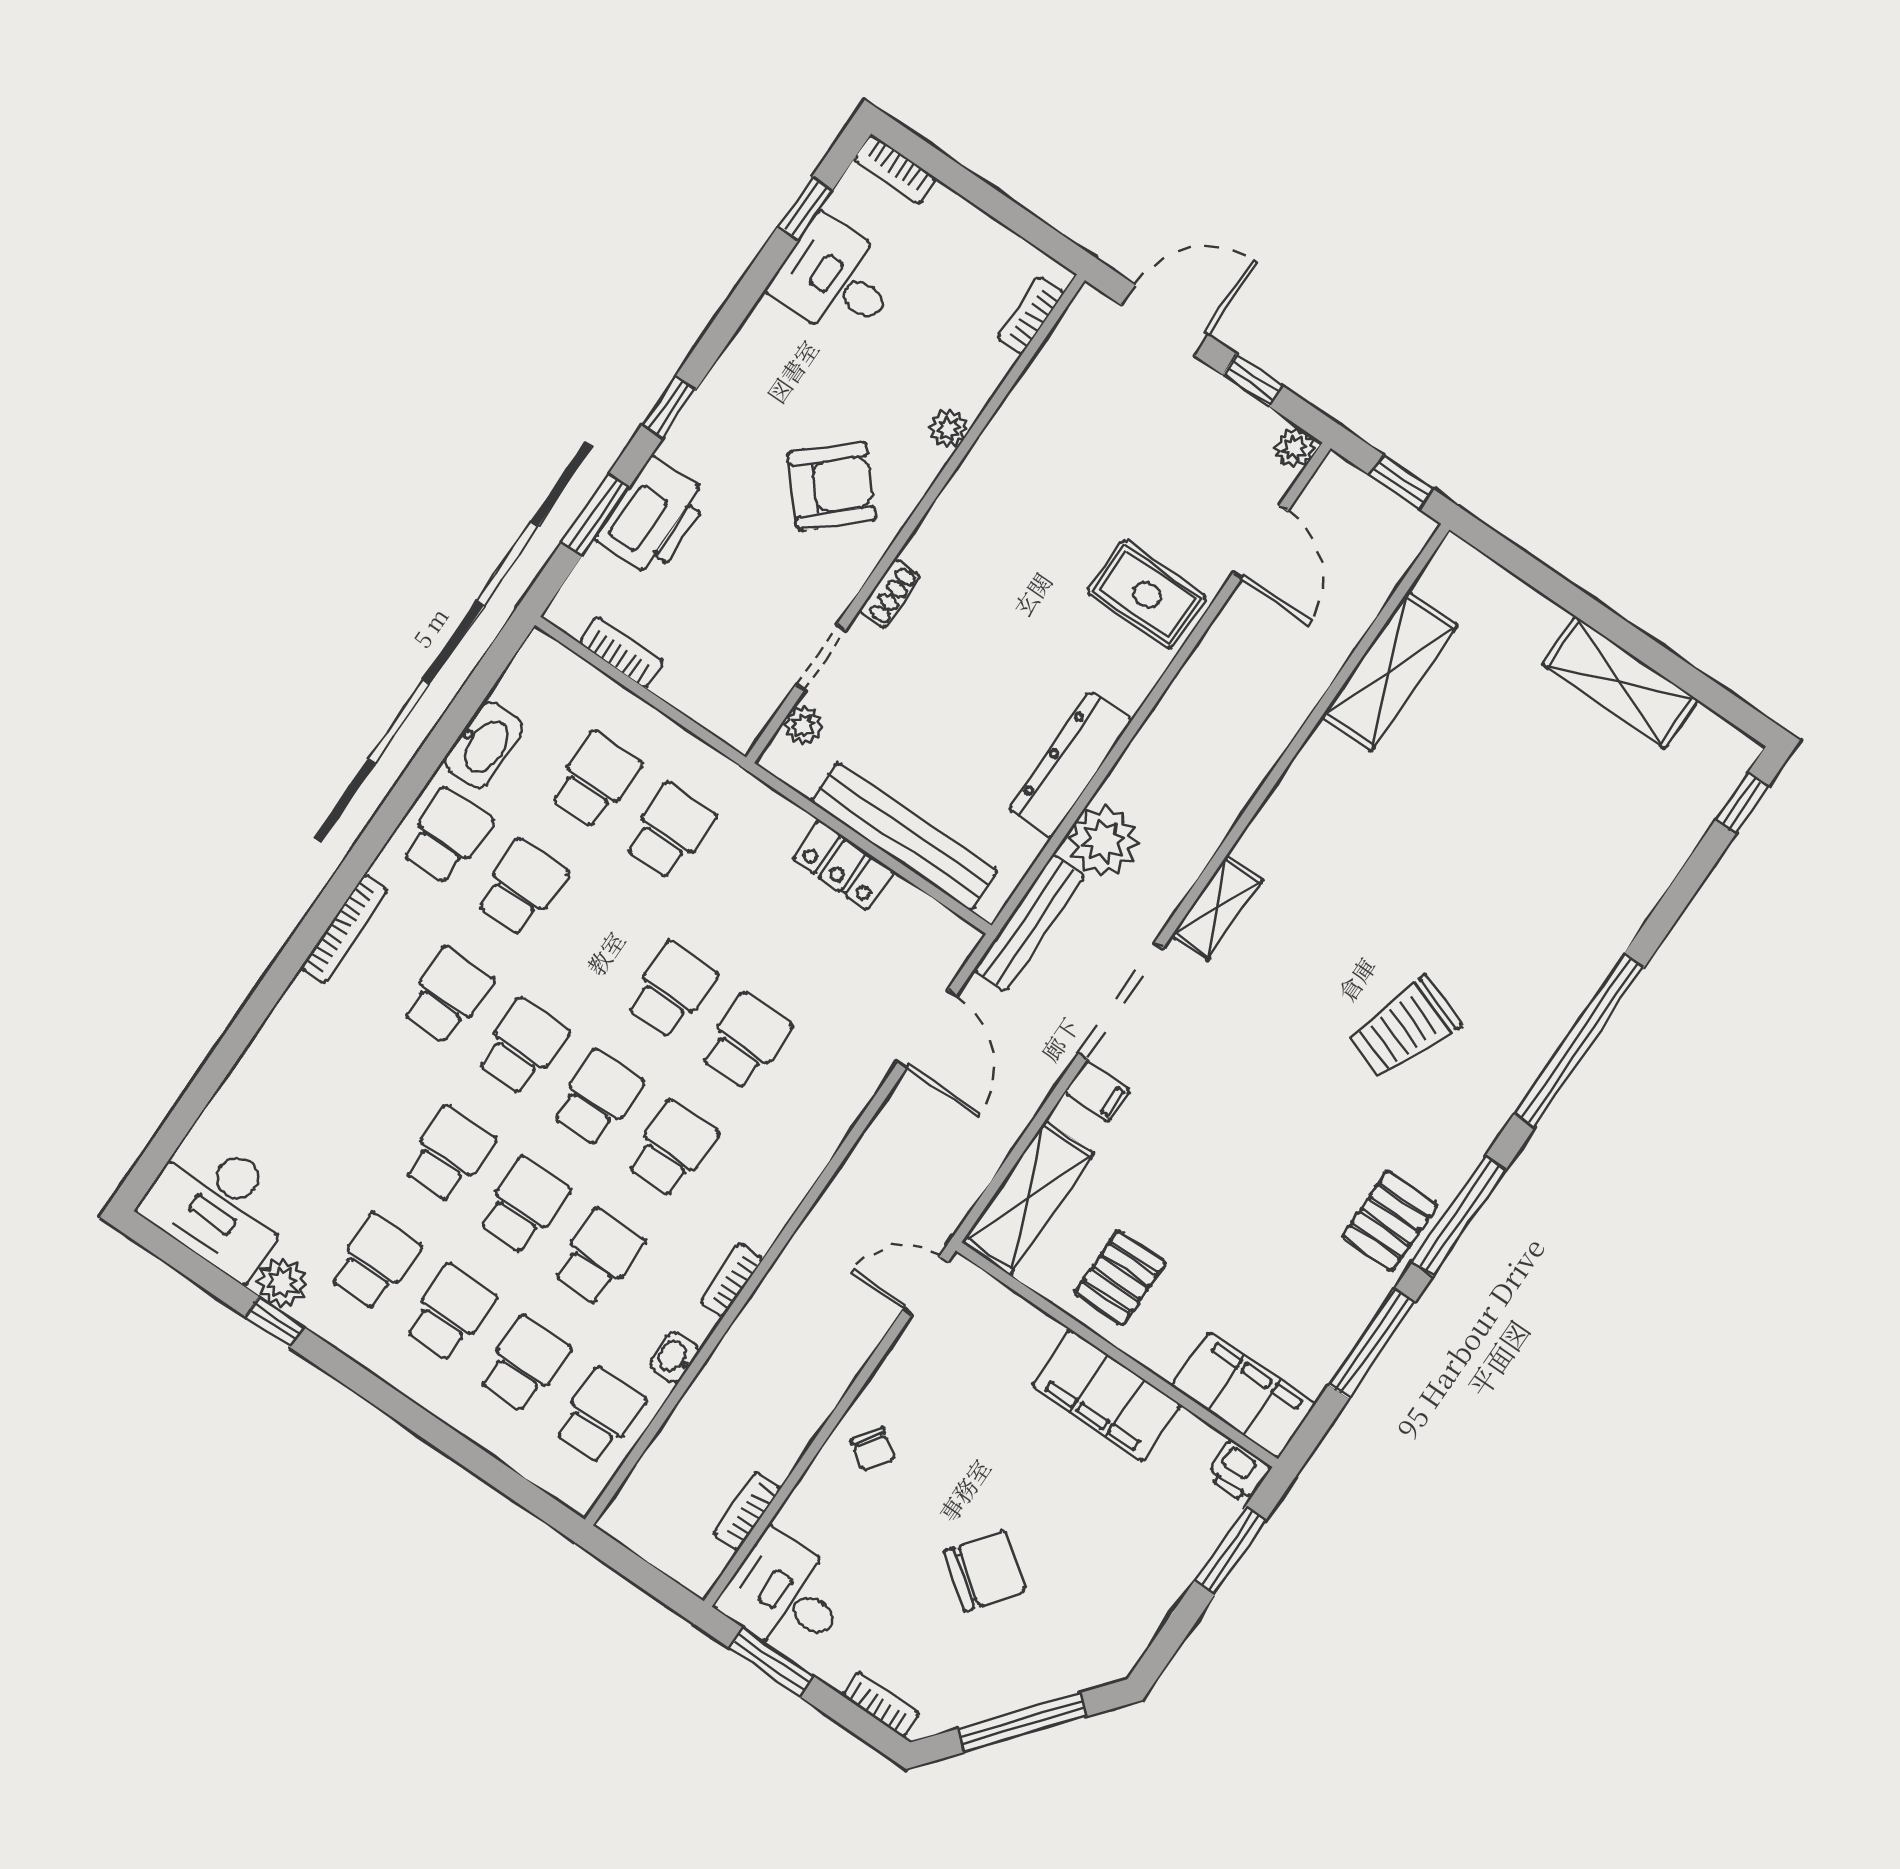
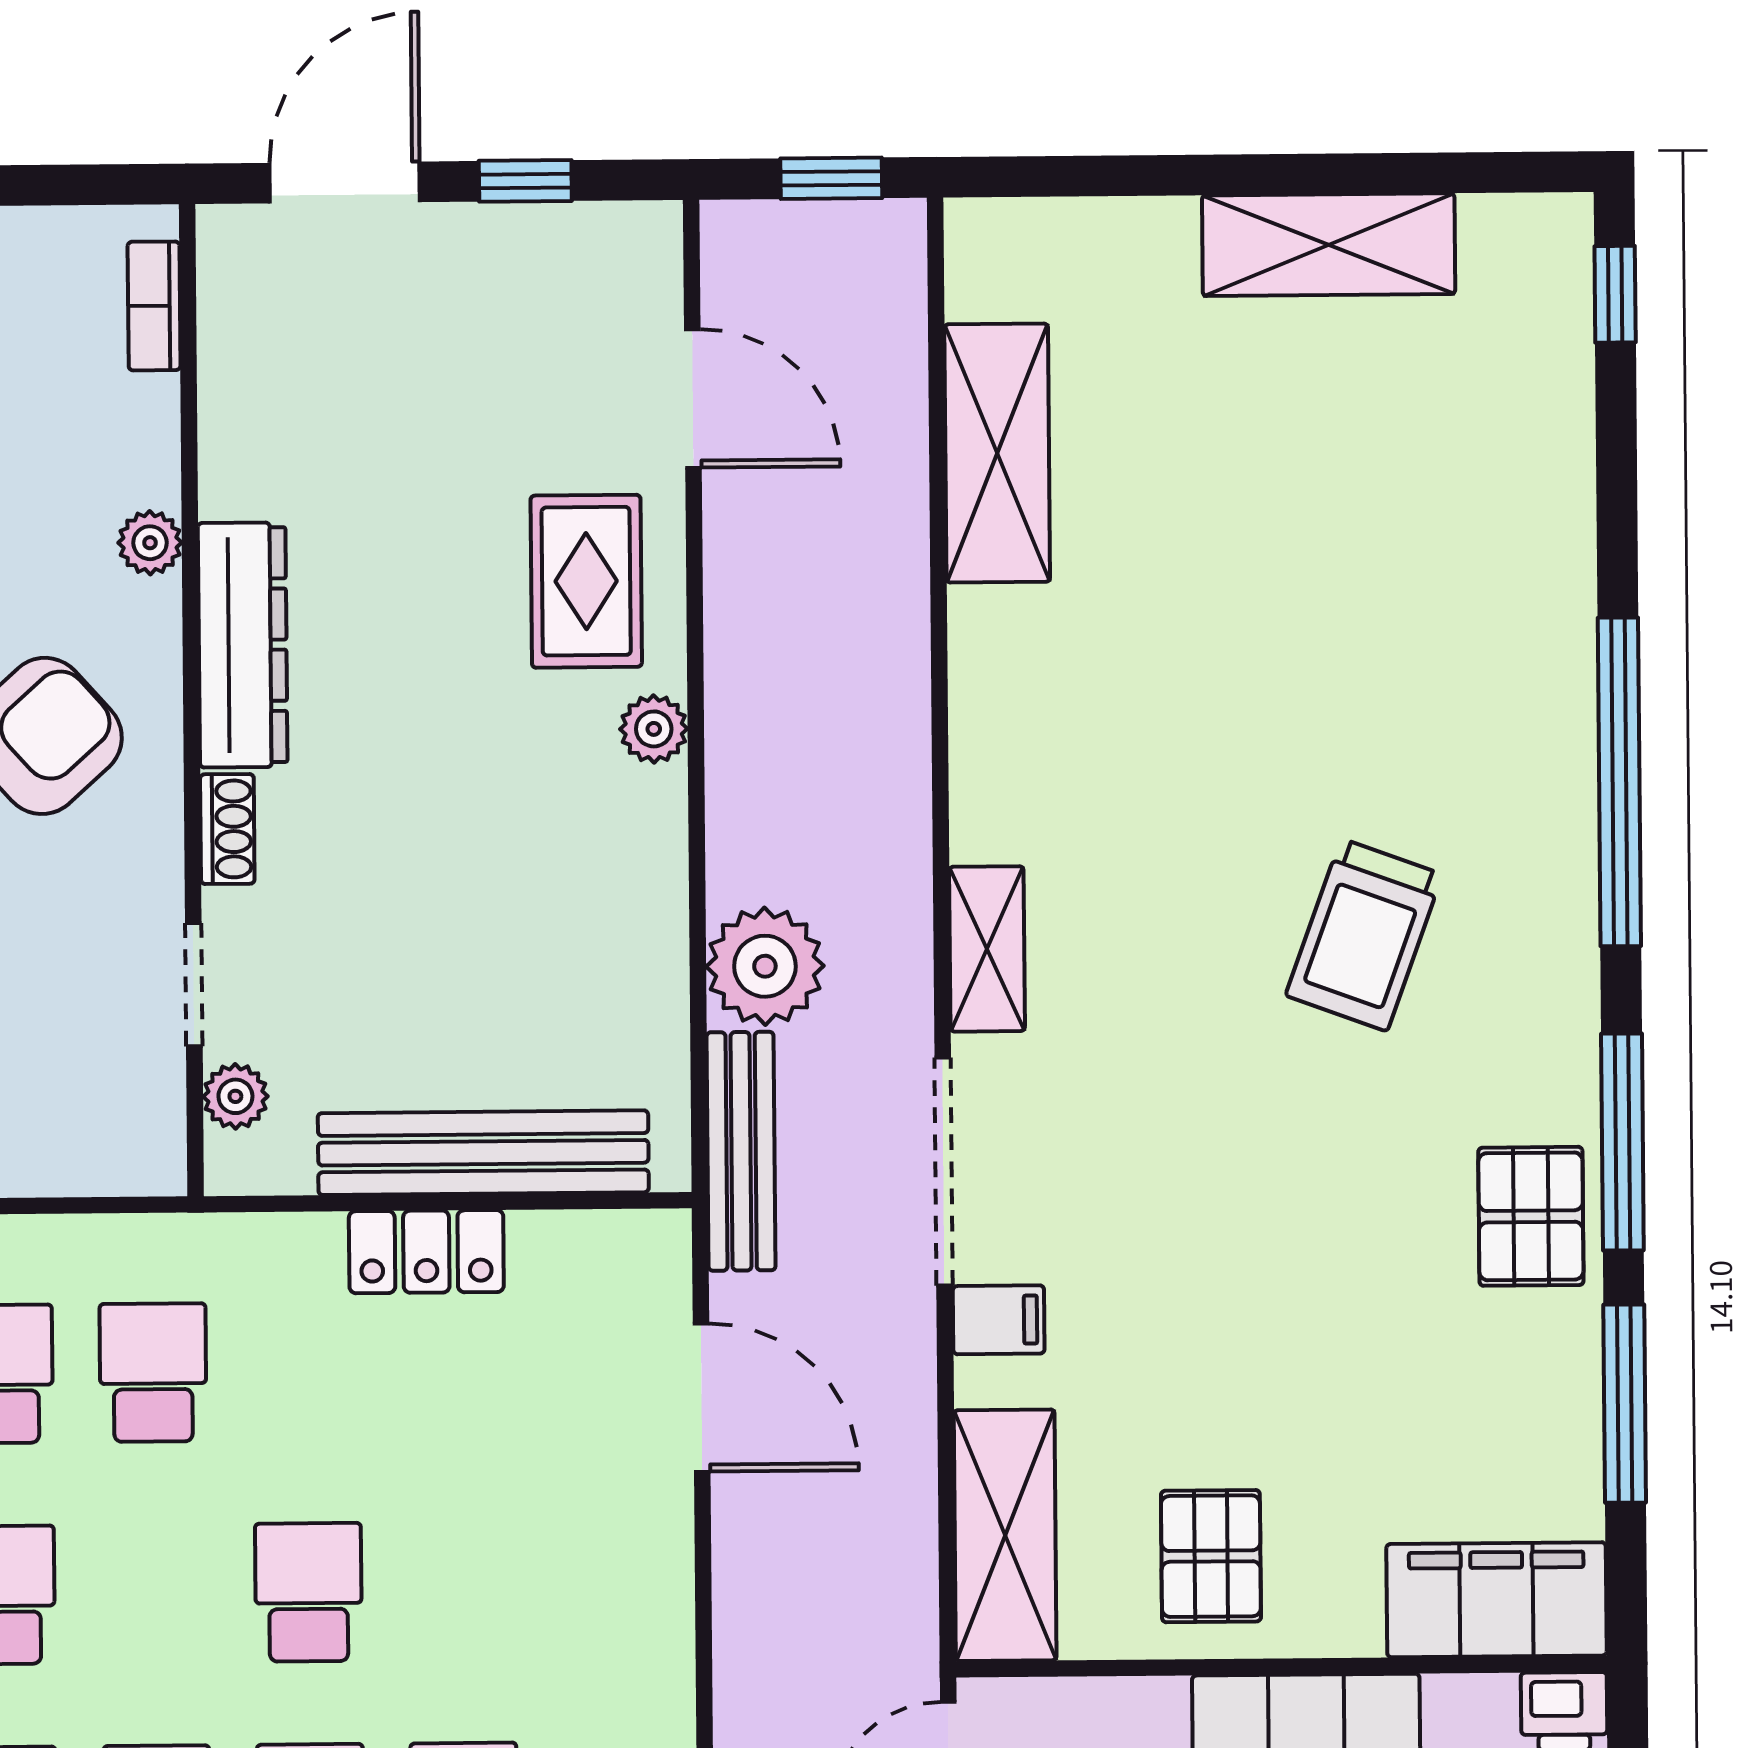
plant: (1295, 448) -> (654, 729), moved
rug: (1147, 594) -> (586, 581), turned 90
dresser: (1071, 765) -> (243, 645), moved, turned 180
school desk: (746, 1041) -> (462, 1591), removed

